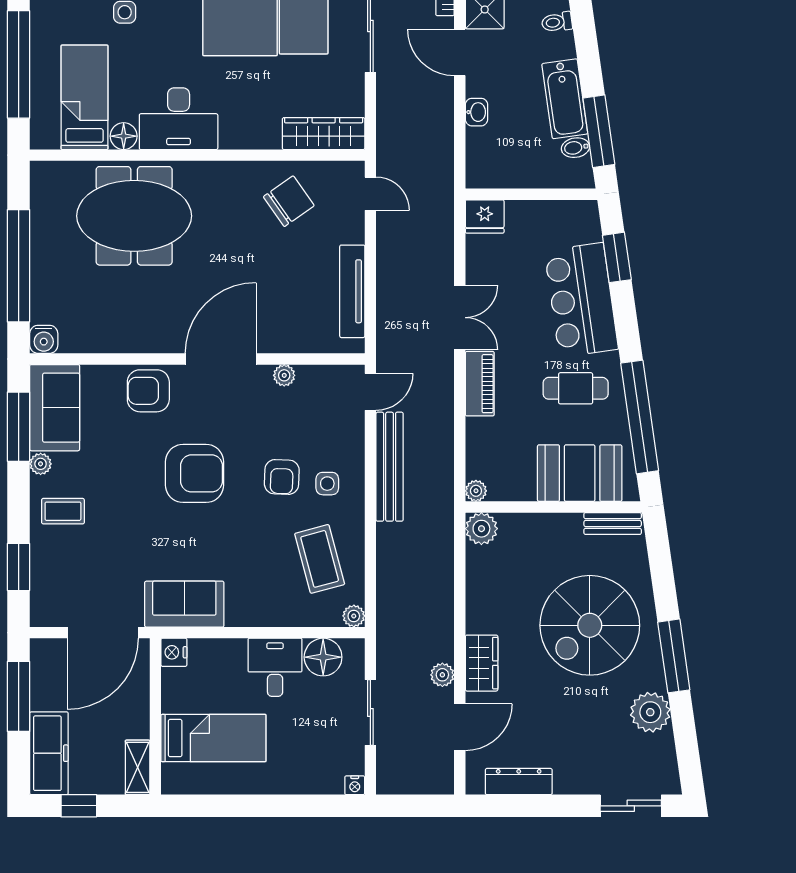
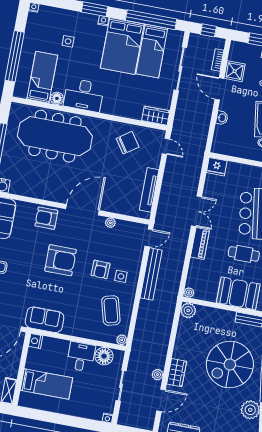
wardrobe: (324, 134) -> (156, 116), width x0.67
meeting table: (134, 216) -> (55, 136), width x1.36

